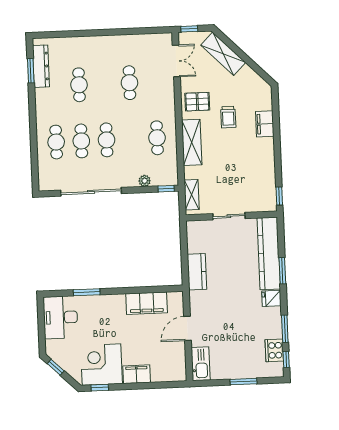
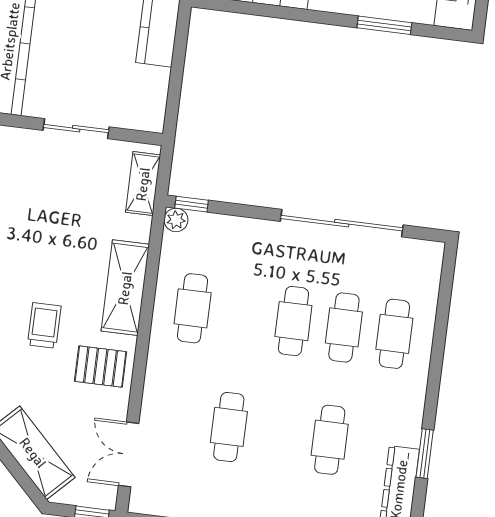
window: (31, 71) -> (425, 454), moved
plant: (145, 181) -> (176, 220), moved

